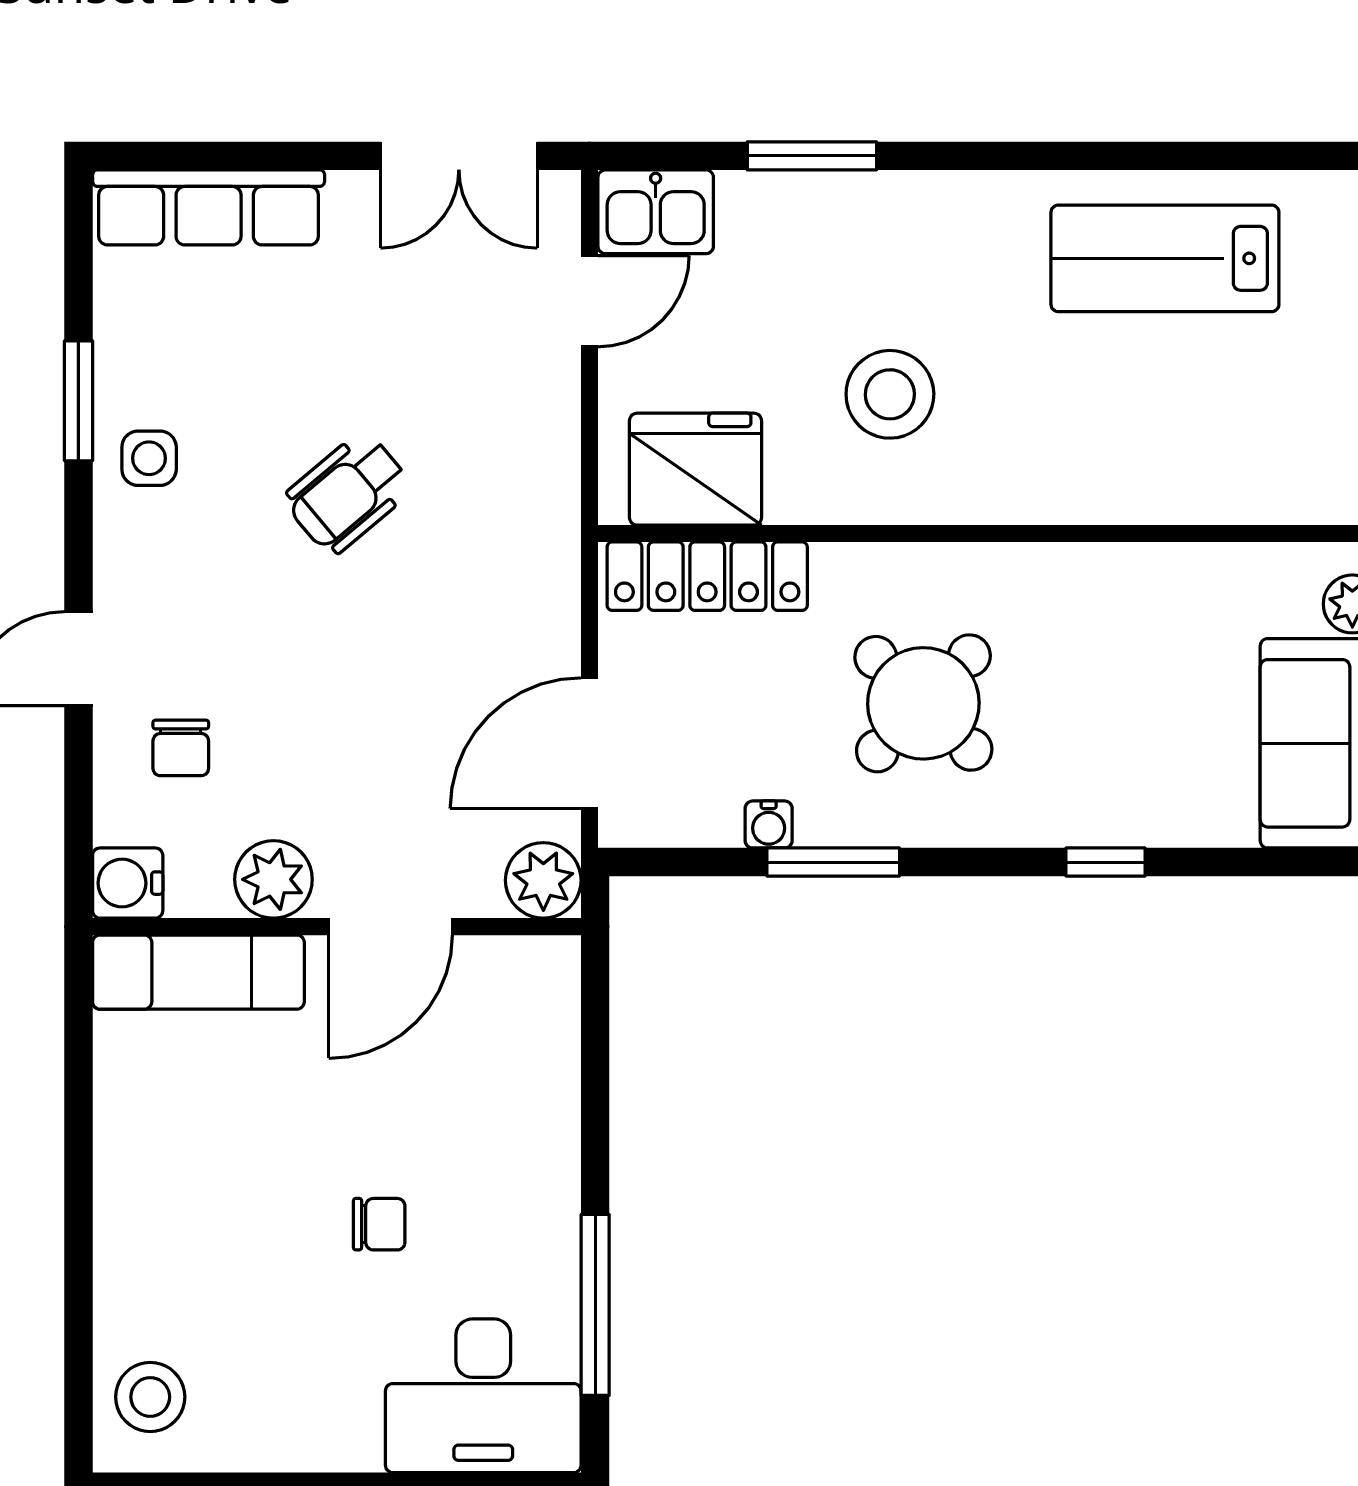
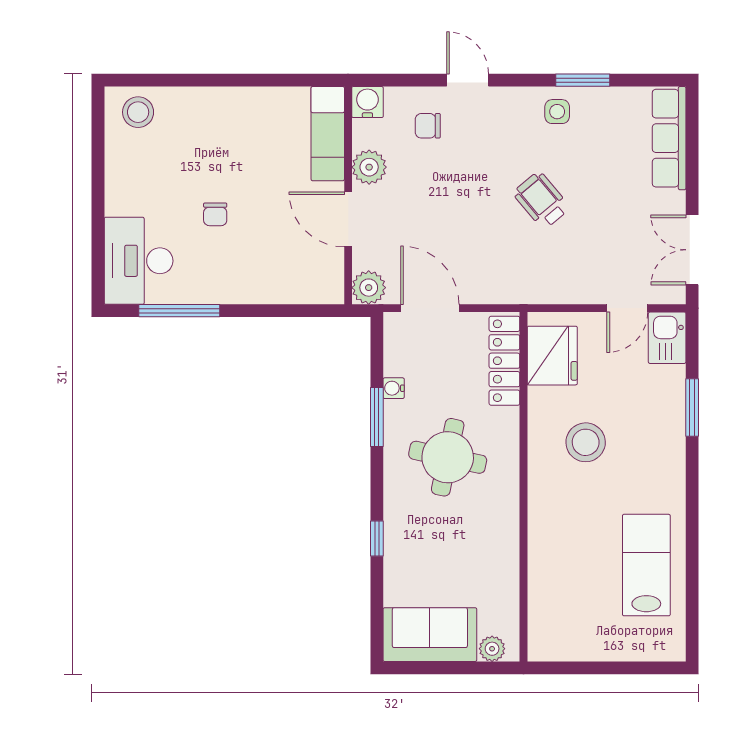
door: (589, 301) -> (627, 308), hinge flipped
round table: (923, 703) -> (448, 457), turned -32

